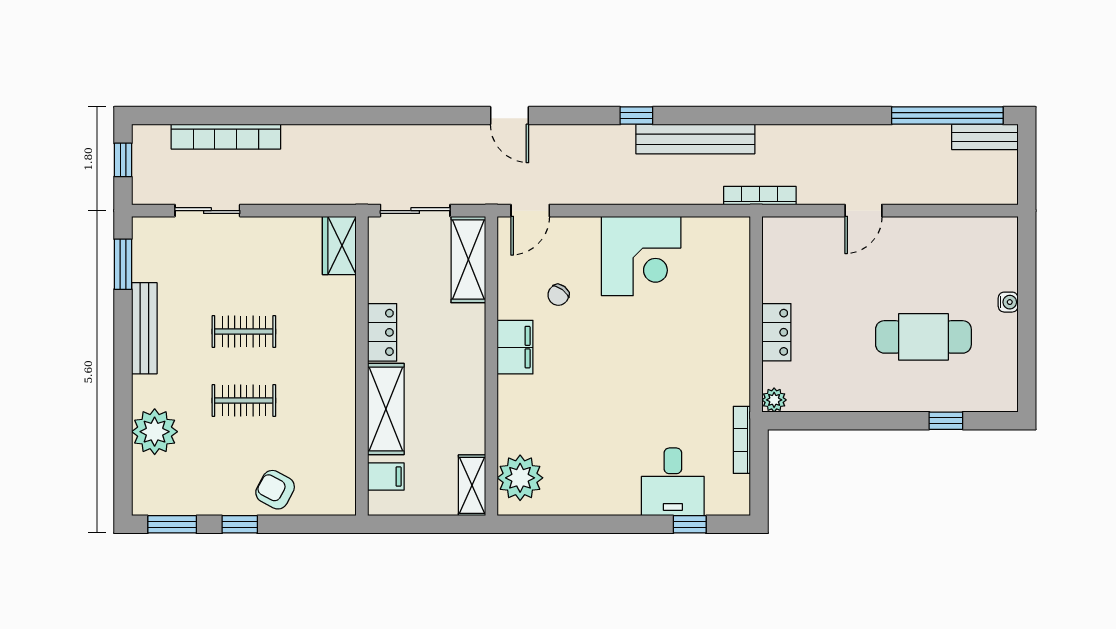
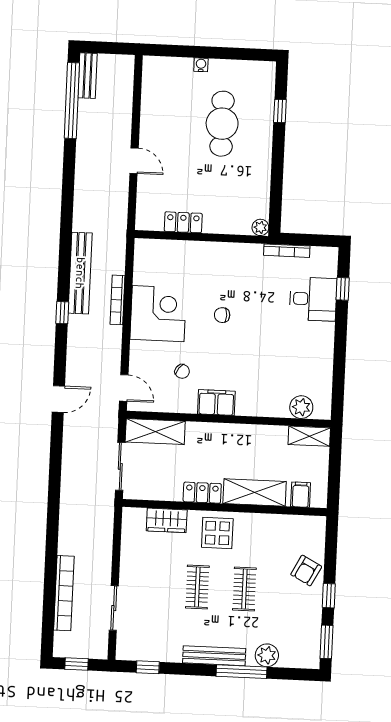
bookcase: (760, 196) -> (117, 300), moved
wardrobe: (339, 245) -> (167, 520), moved
window: (123, 264) -> (148, 667), width x0.67
bench: (144, 328) -> (214, 656), moved
locker: (776, 332) -> (183, 222), moved
chair: (643, 350) -> (222, 315), added
display table: (324, 357) -> (217, 533), added
window: (123, 402) -> (242, 672), added
plant: (155, 432) -> (267, 655), width x0.73, depth x0.73
plant: (520, 478) -> (301, 407), width x0.73, depth x0.73

